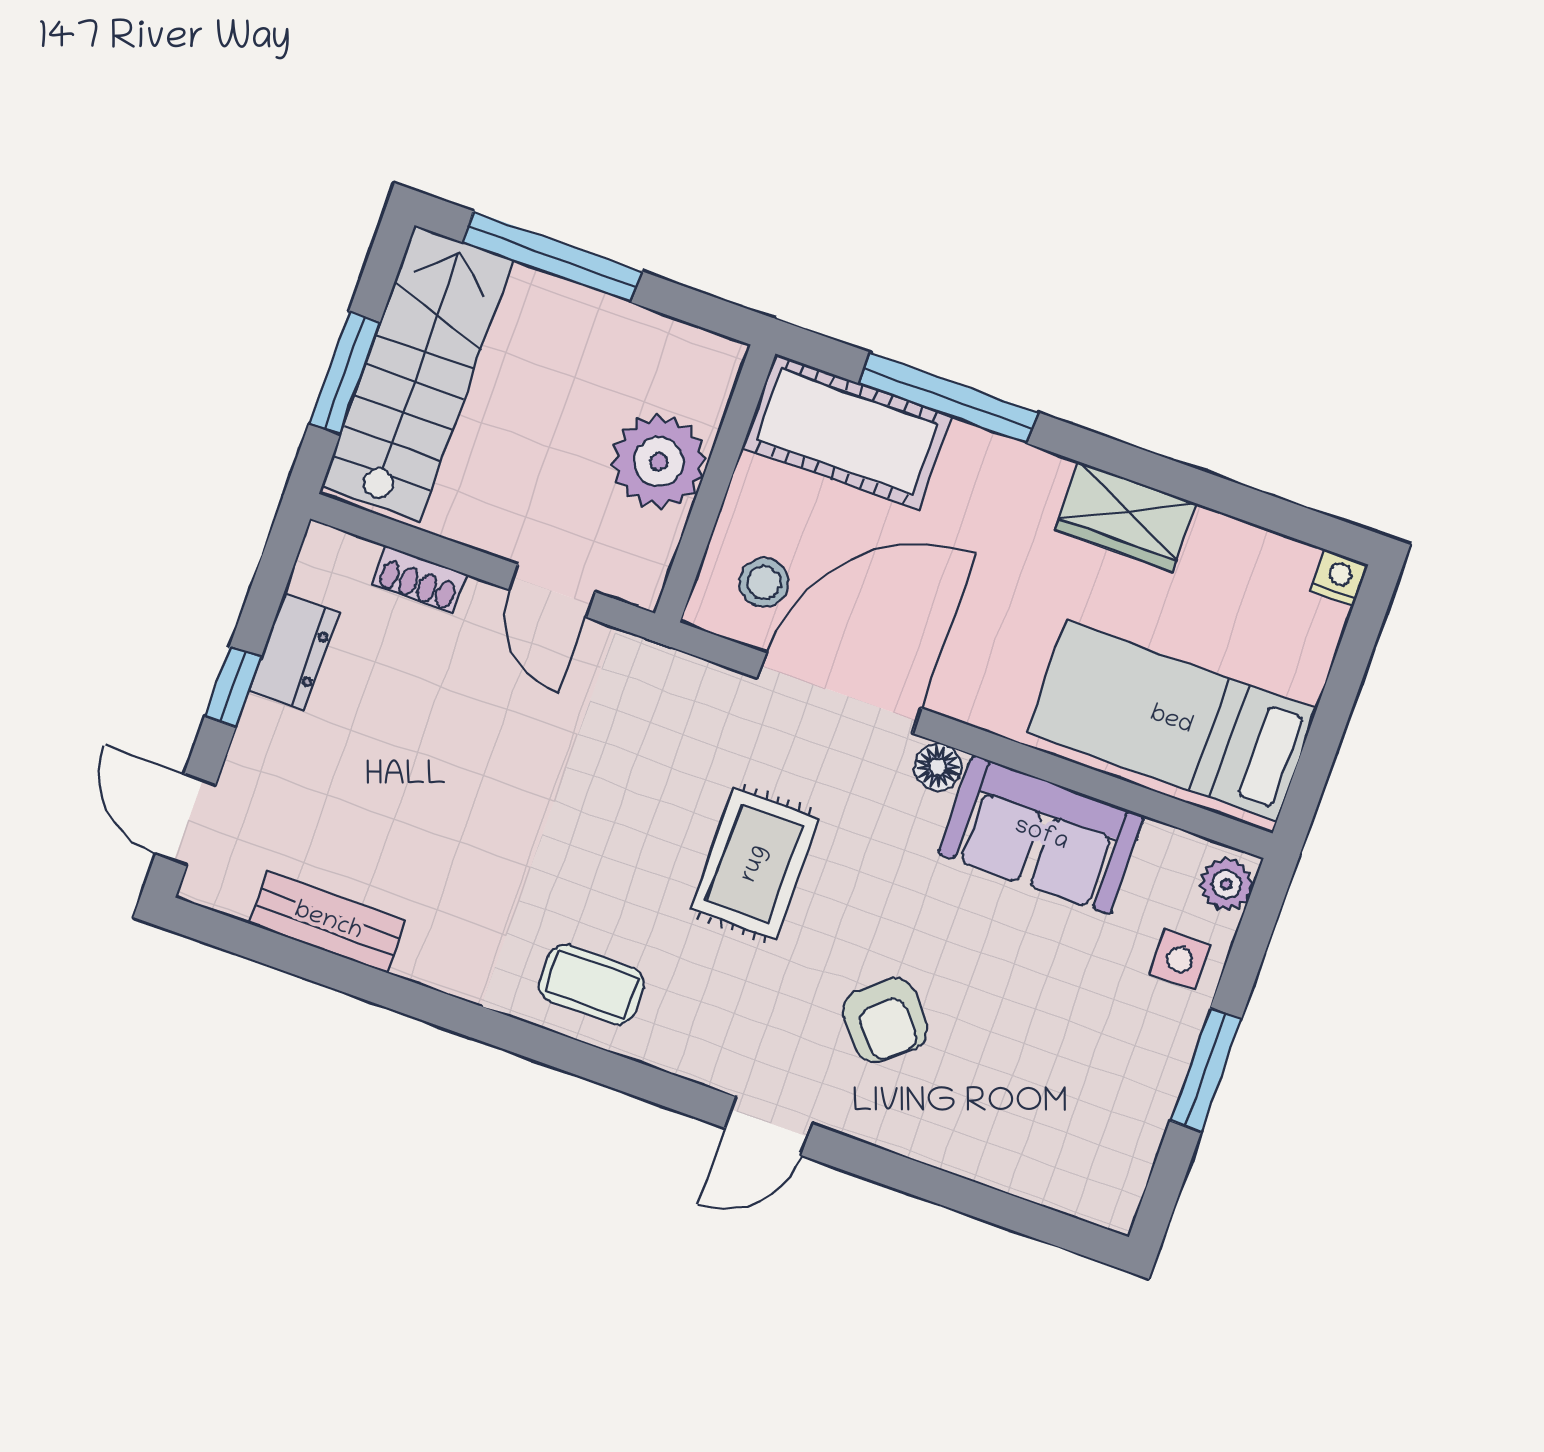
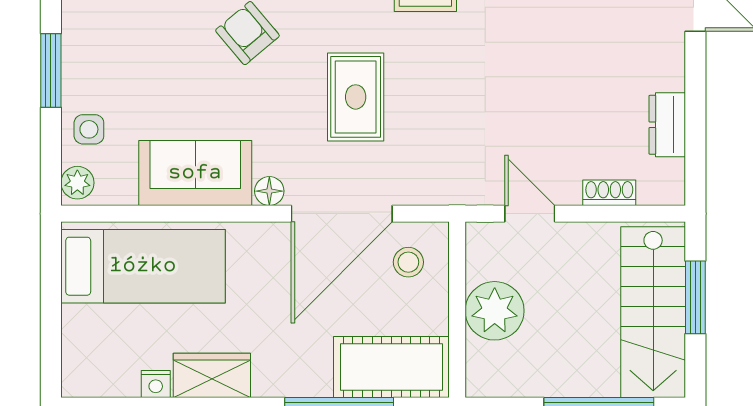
nightstand: (1339, 578) -> (156, 384), moved
window: (233, 687) -> (695, 92), removed

